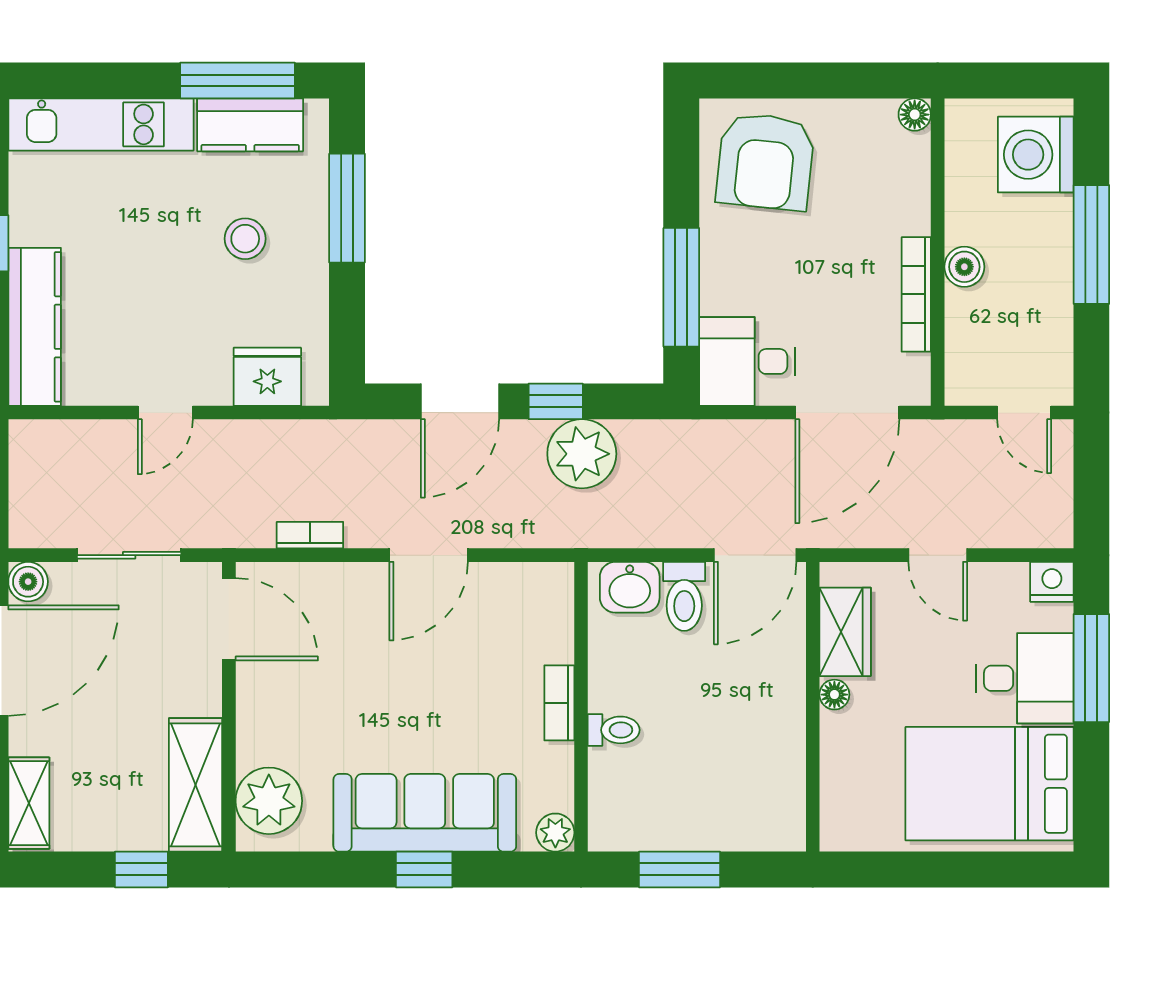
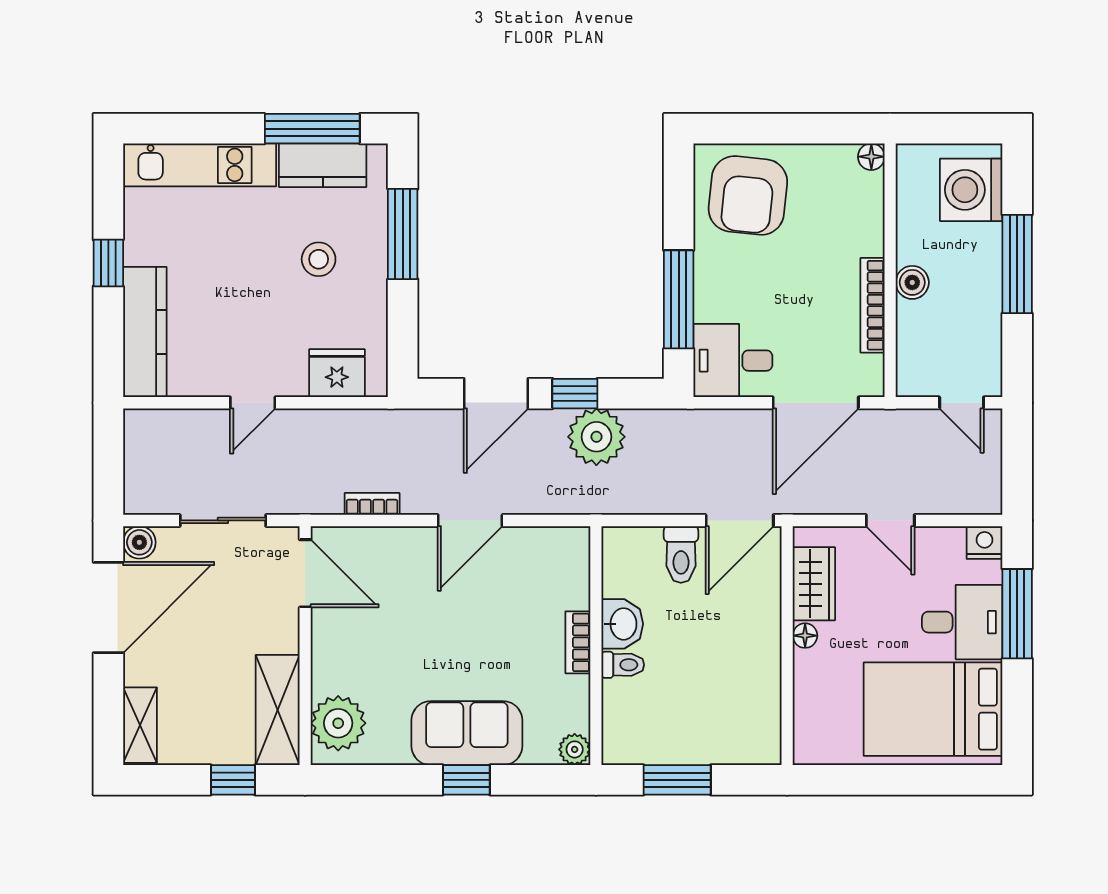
washbasin: (630, 587) -> (622, 624), moved, turned -90
sofa: (425, 813) -> (467, 733), width x0.73

